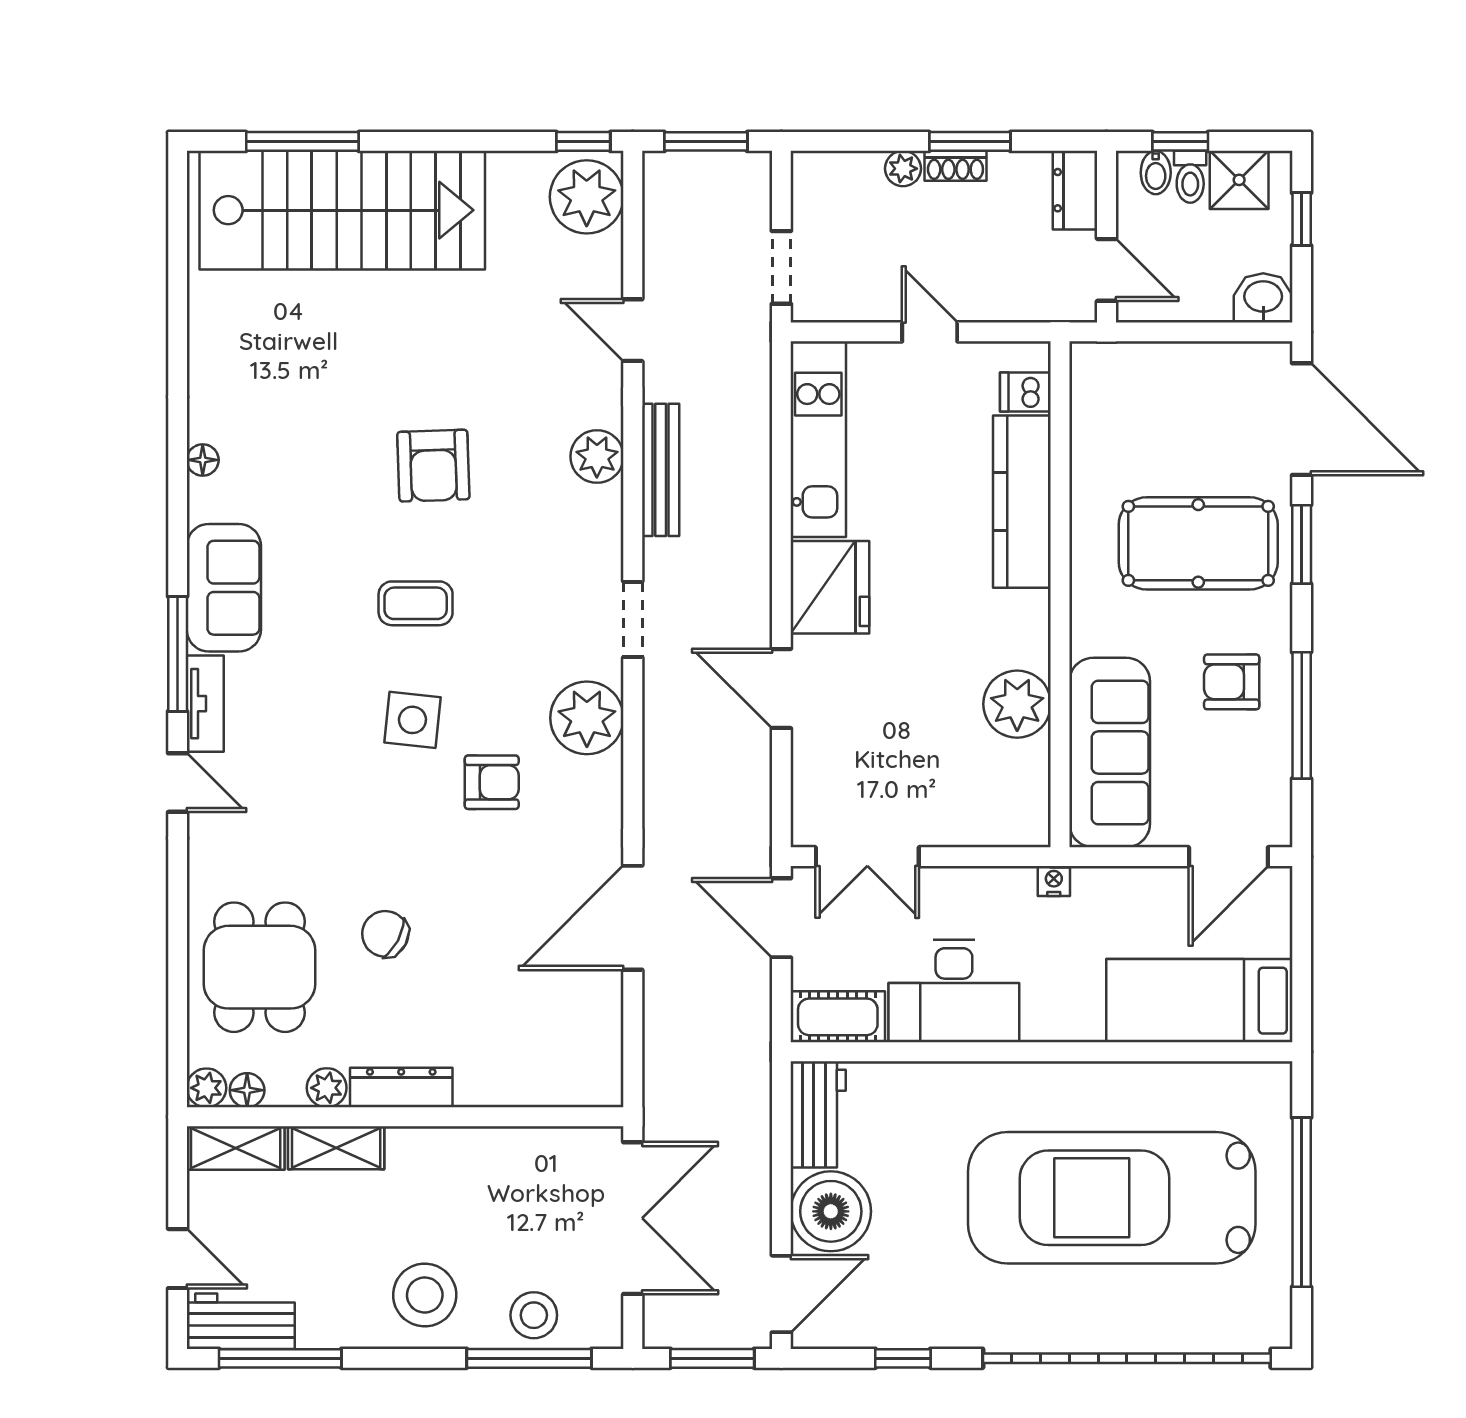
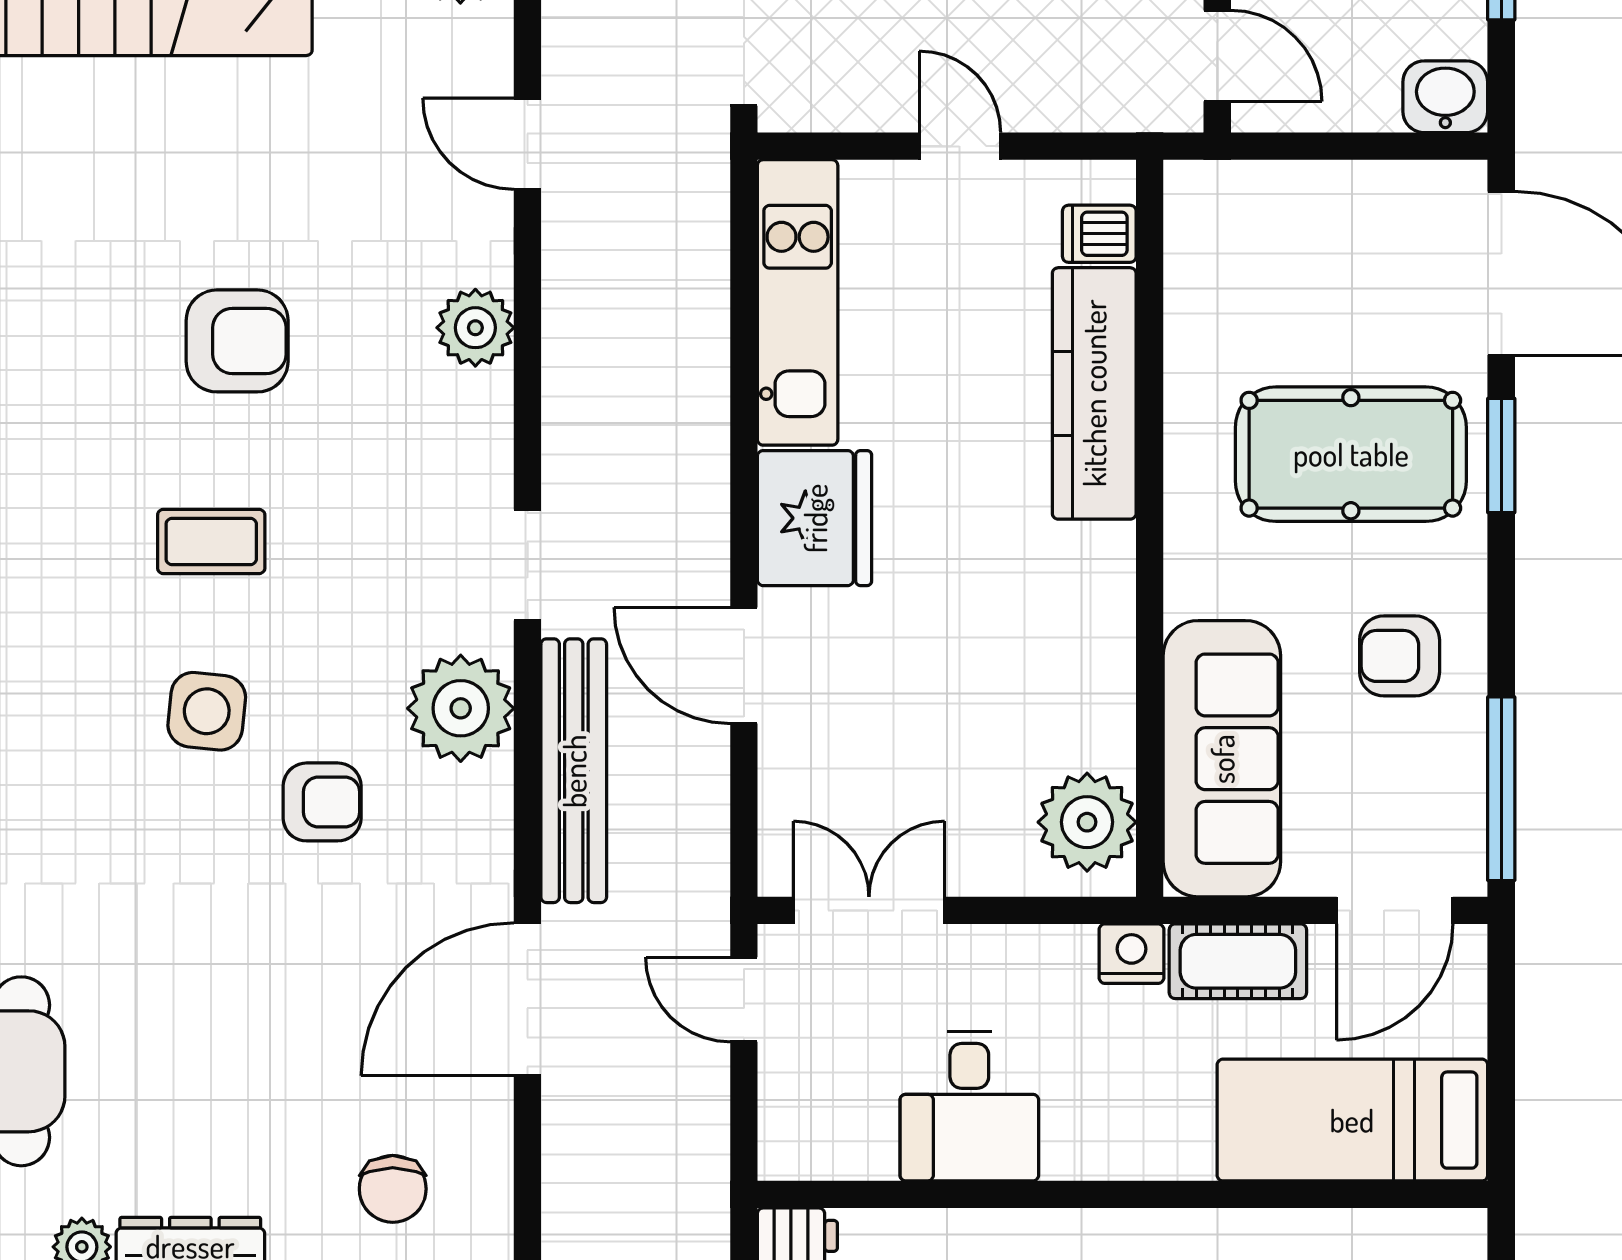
armchair: (433, 466) -> (237, 341), turned -88
bench: (661, 470) -> (574, 771), moved, width x1.37, depth x1.21
plant: (1017, 704) -> (1087, 822), moved
window: (1302, 715) -> (1501, 789), moved
double door: (867, 857) -> (869, 910), swing flipped
nightstand: (1054, 881) -> (1131, 954), width x1.39, depth x1.35
door: (781, 918) -> (744, 1000), width x0.73
chair: (385, 934) -> (393, 1189), moved, turned -118
desk: (954, 991) -> (969, 1106), width x0.73
cot: (838, 1017) -> (1238, 961), moved

